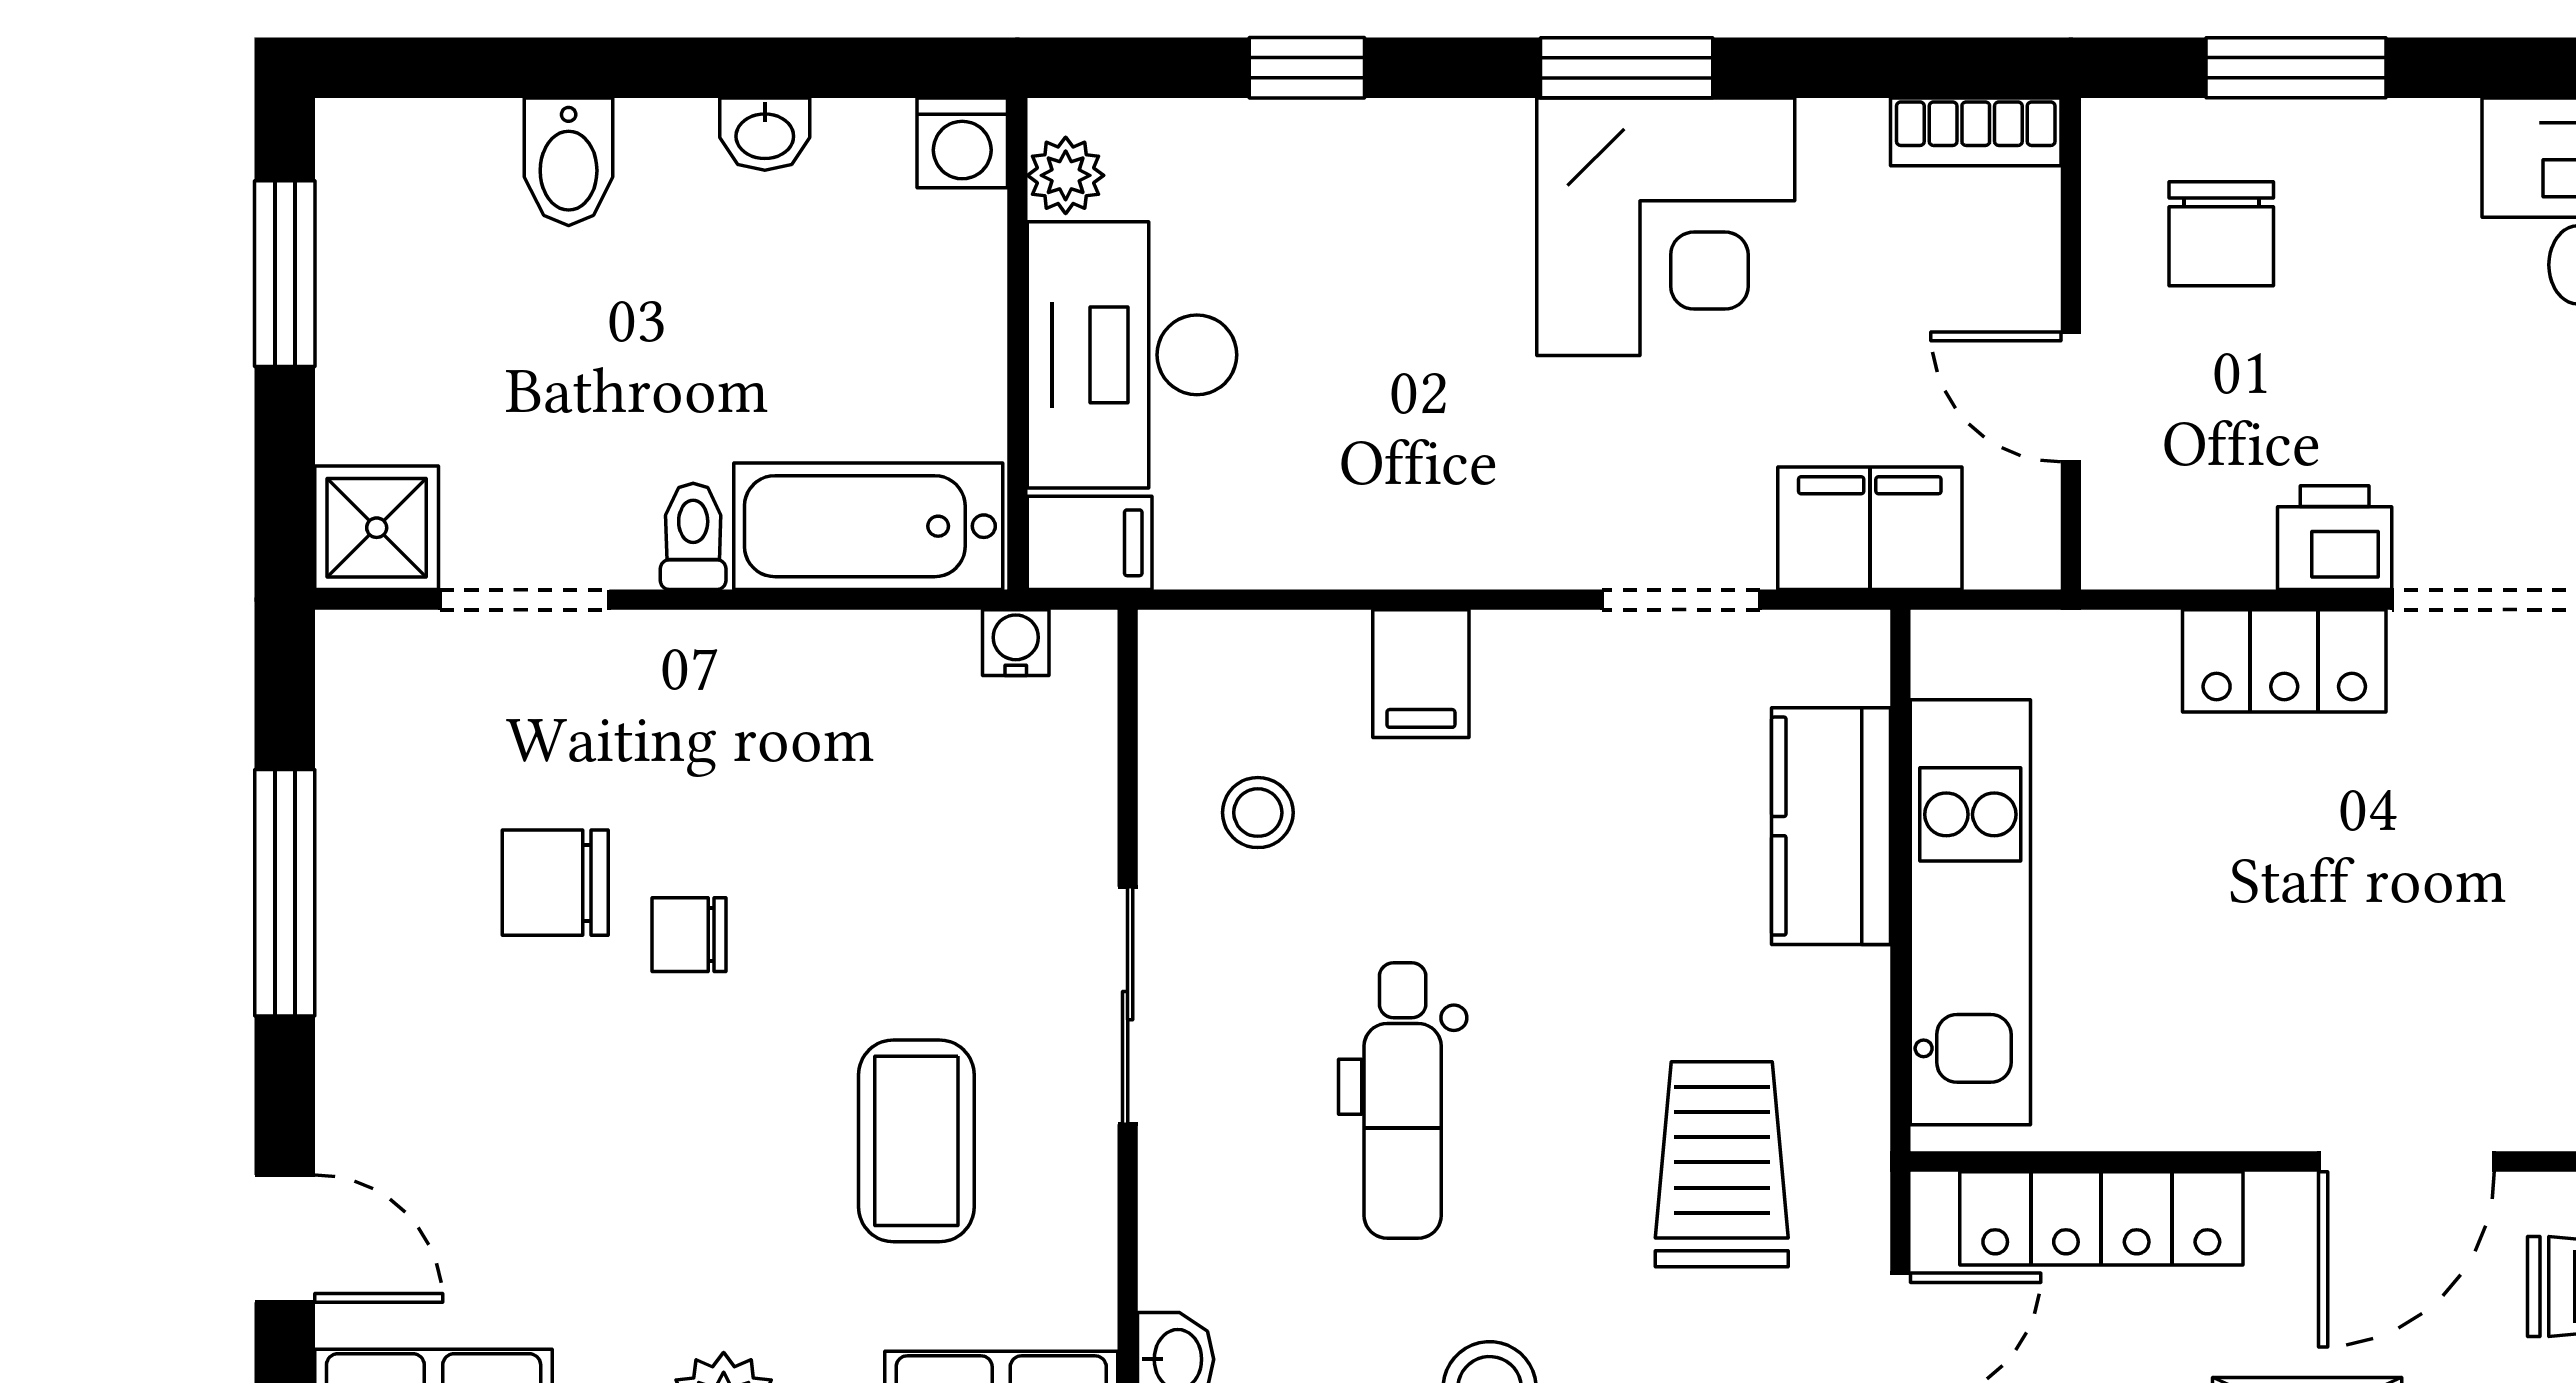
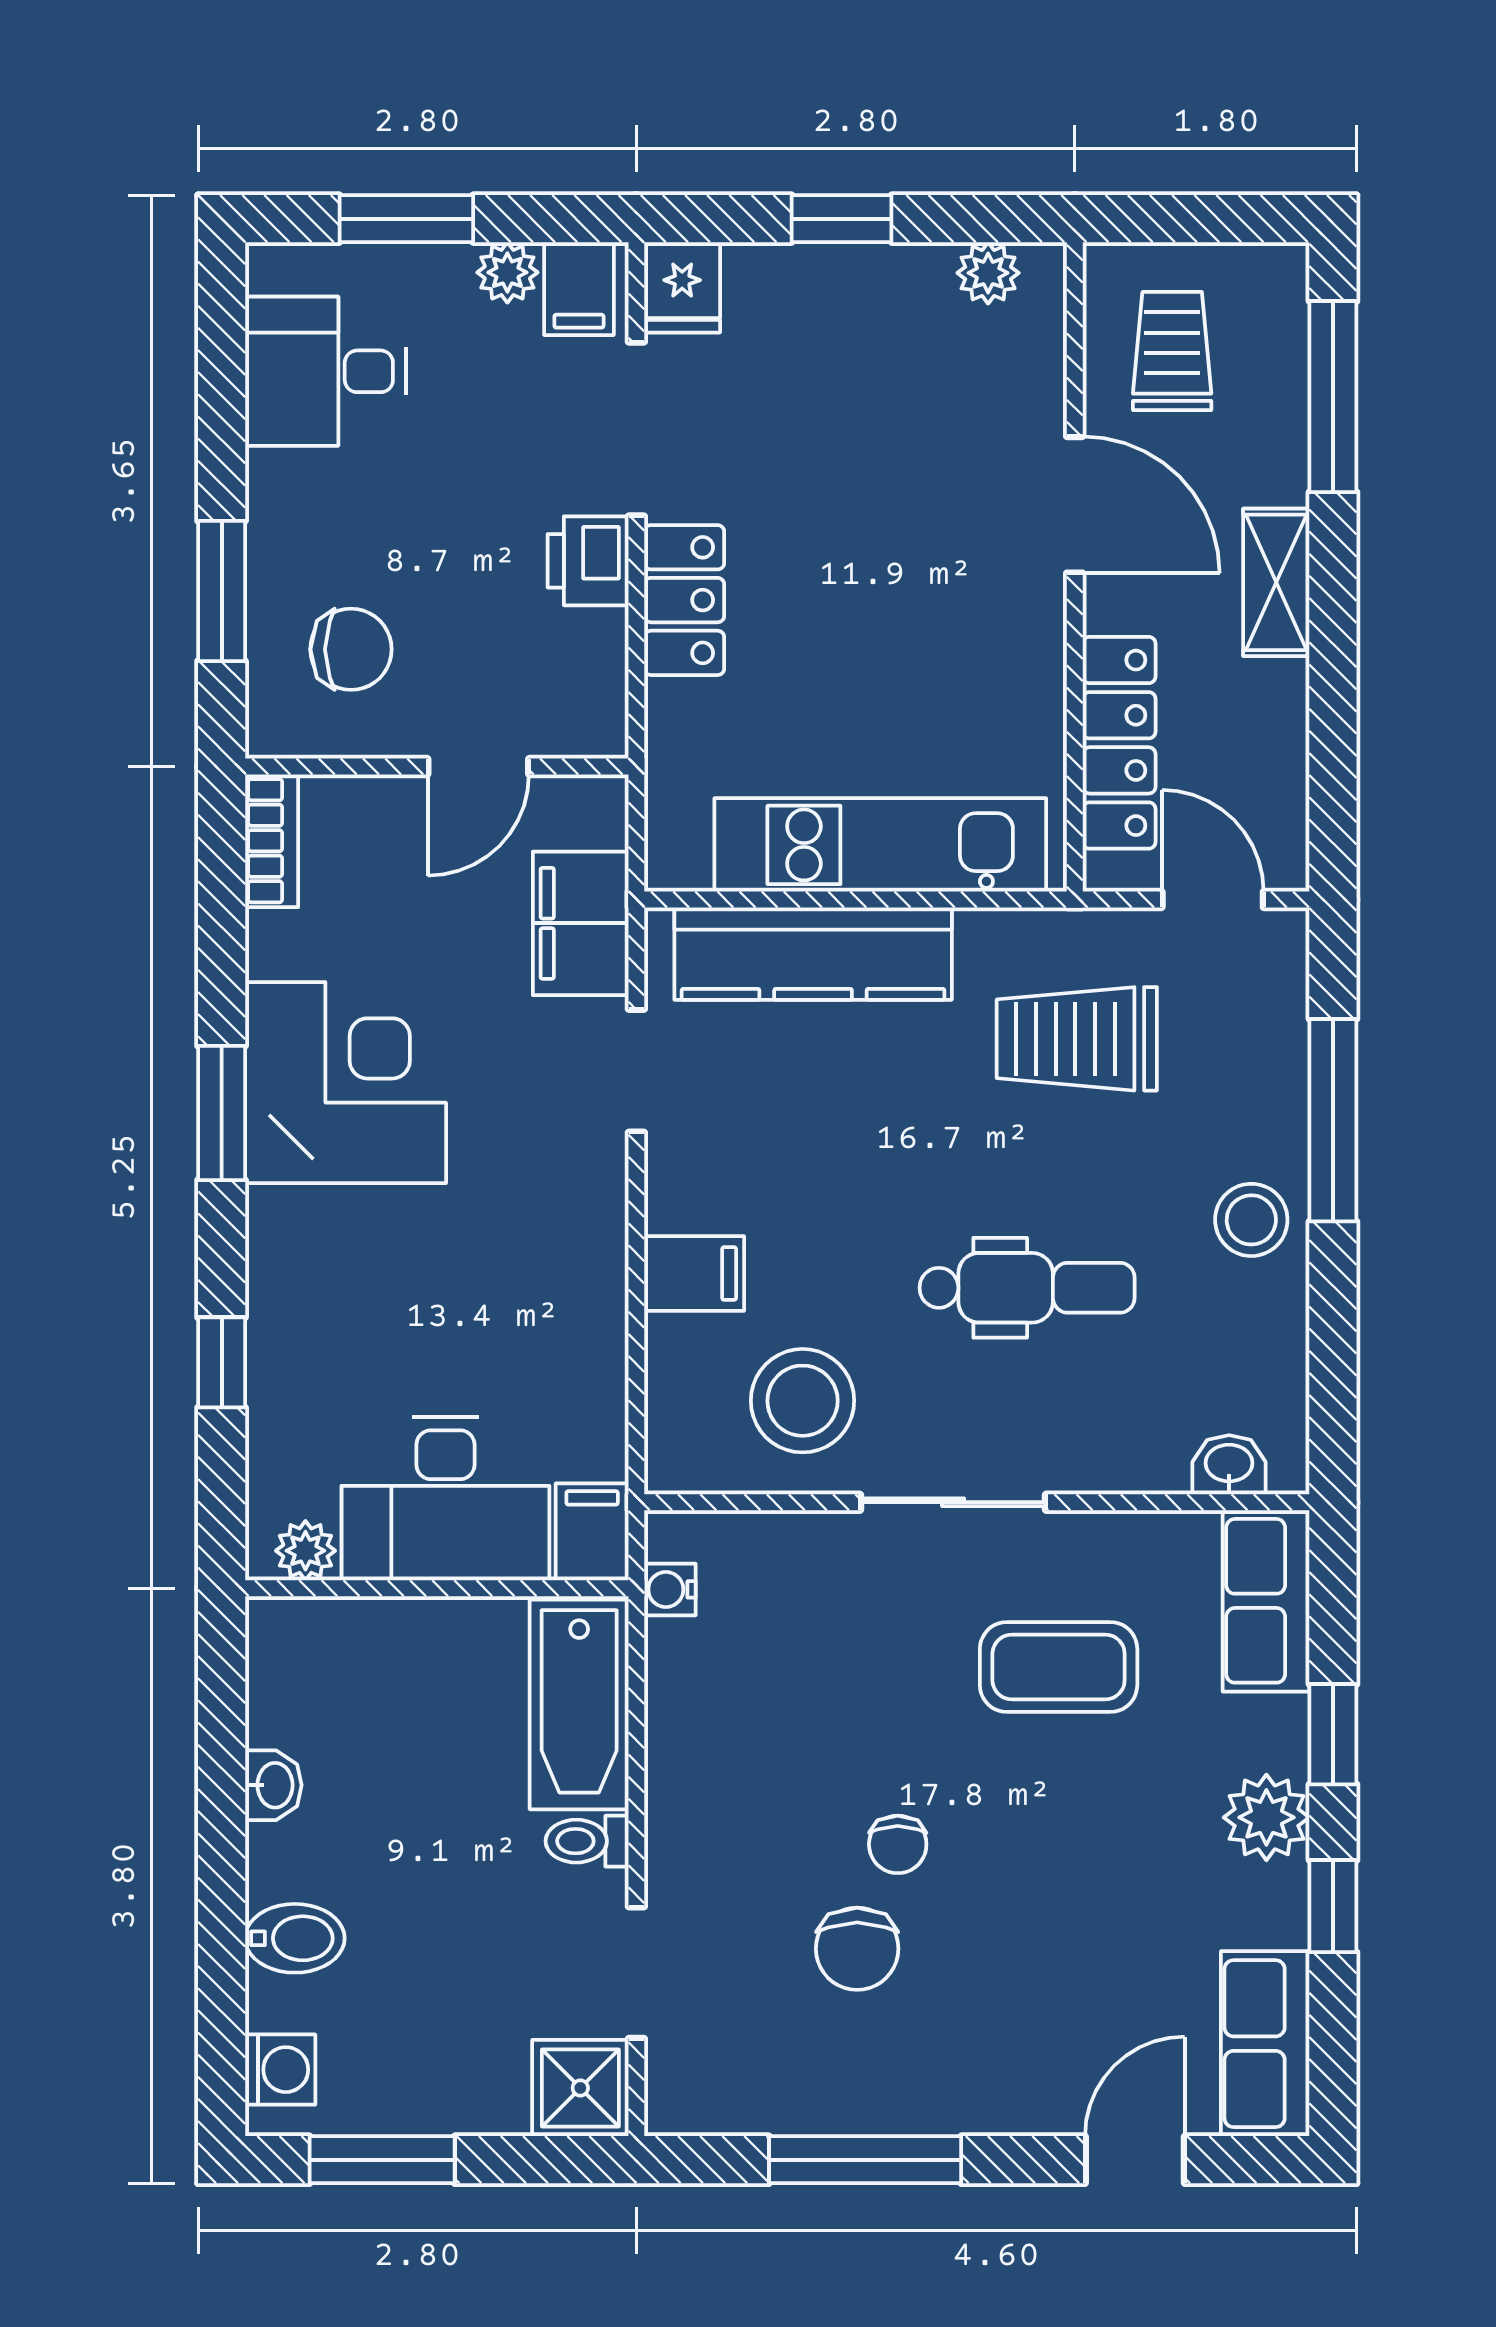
washing machine: (962, 143) -> (280, 2070), moved
stool: (1258, 813) -> (803, 1401), width x1.89, depth x1.89
kitchen counter: (1831, 826) -> (813, 954), width x1.50

